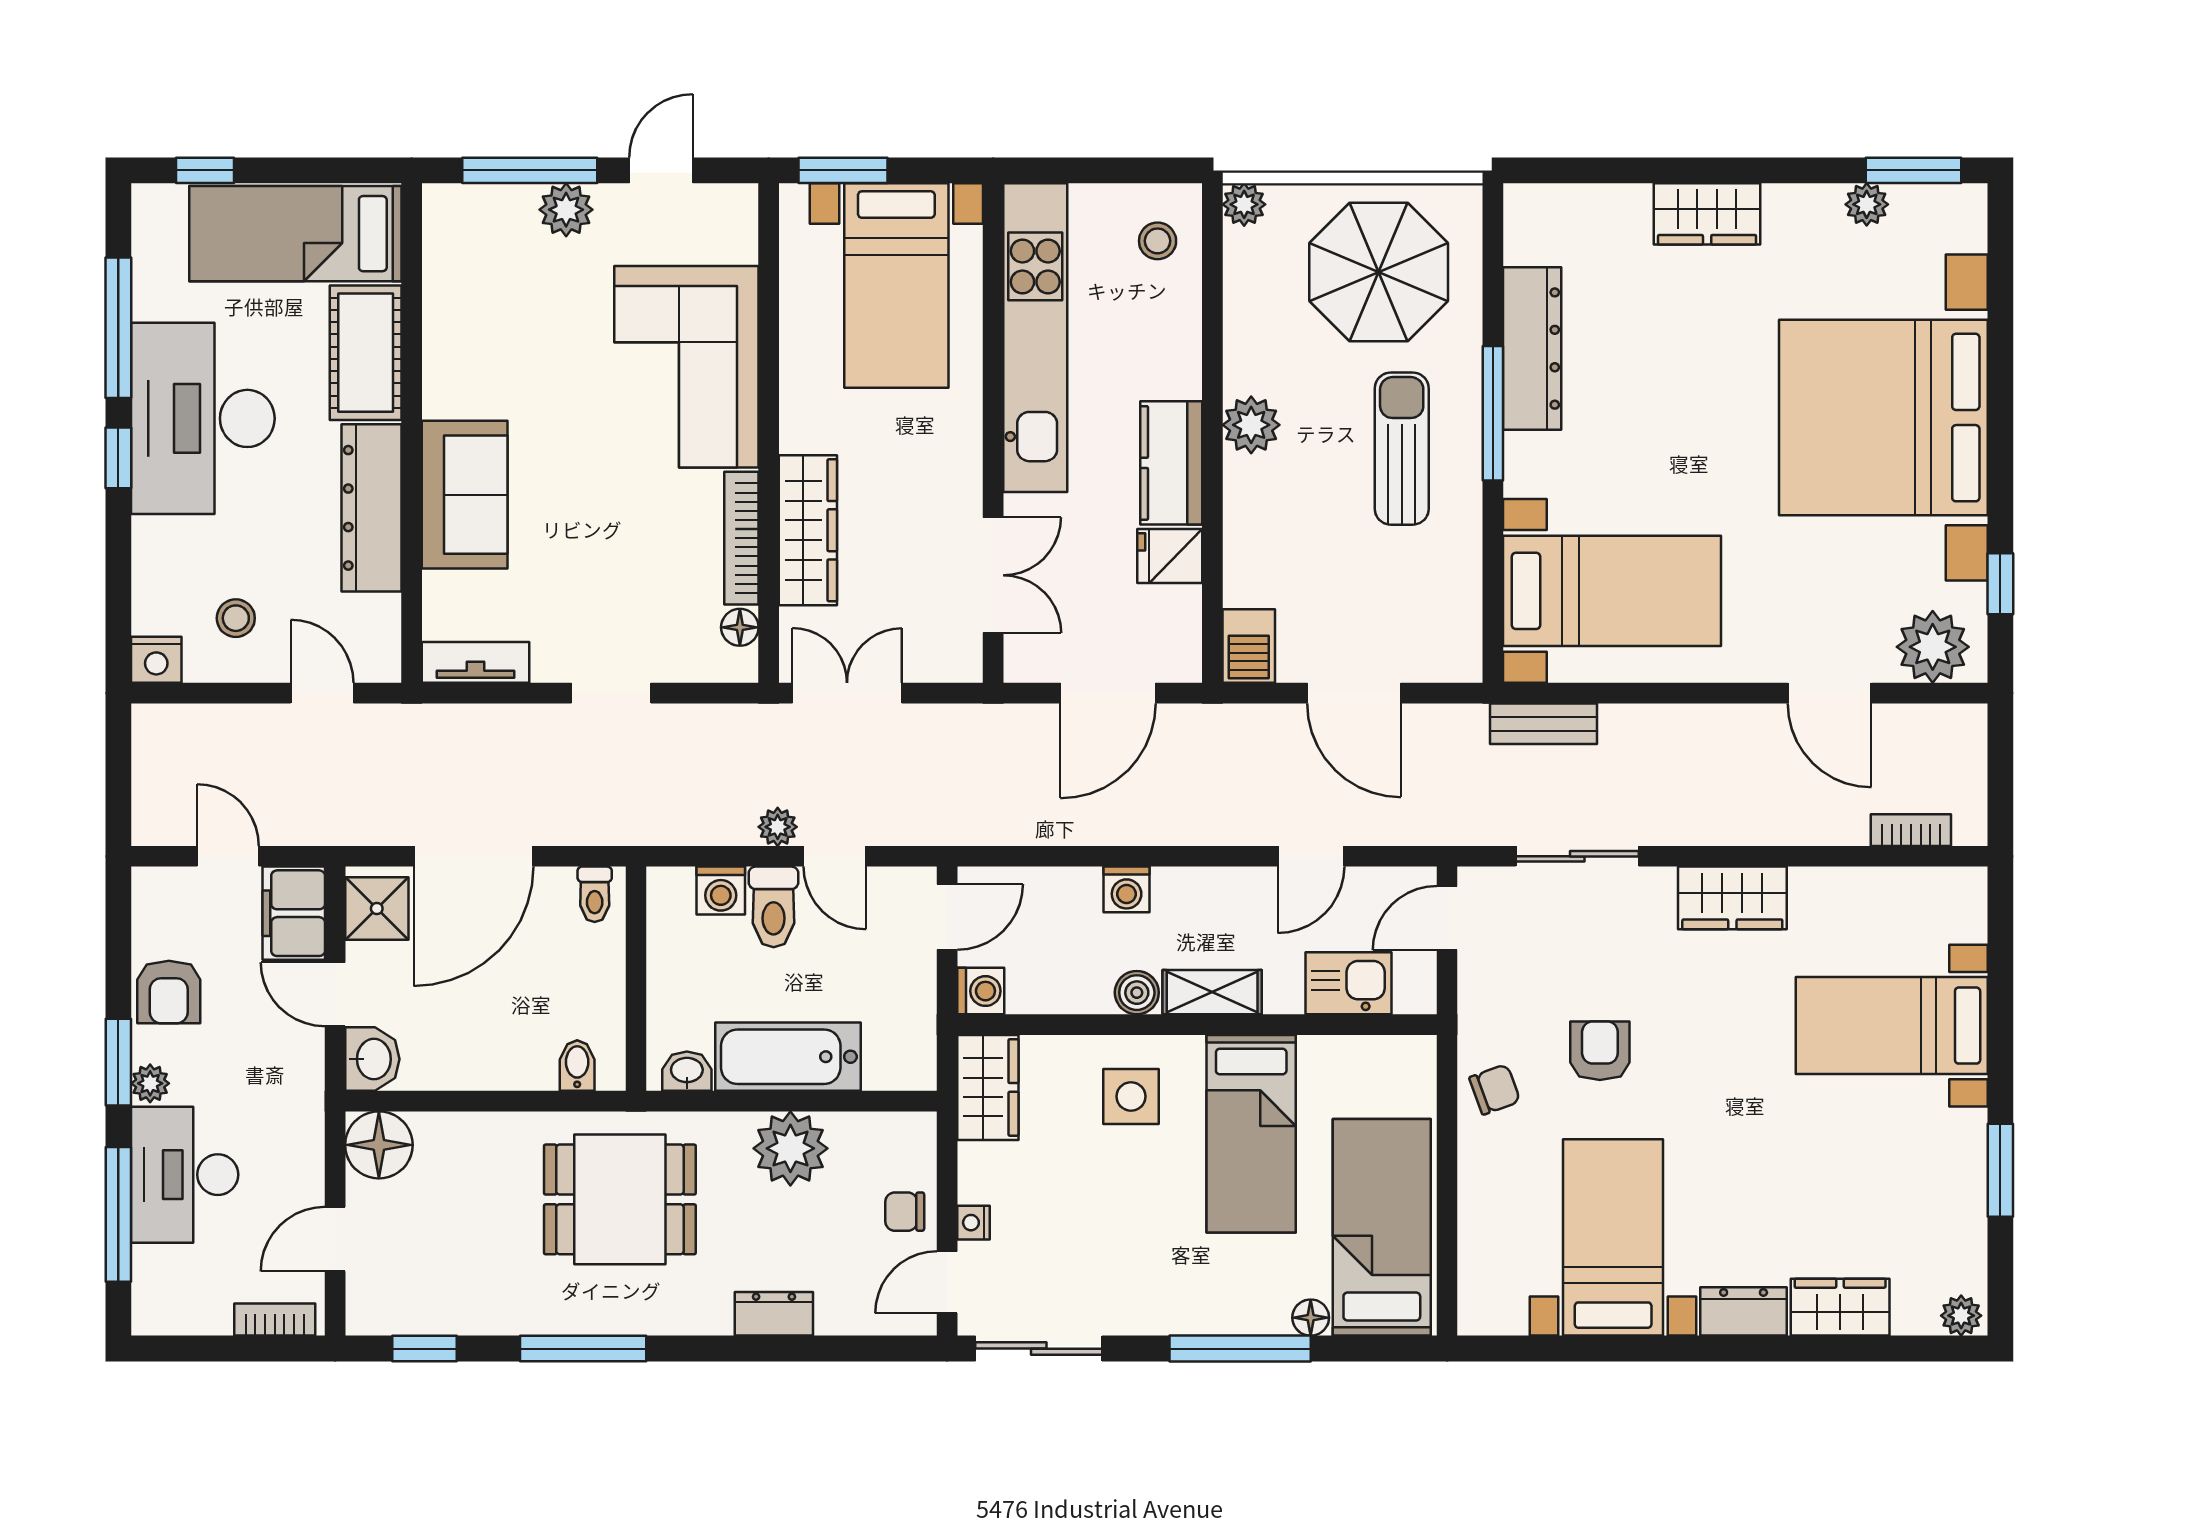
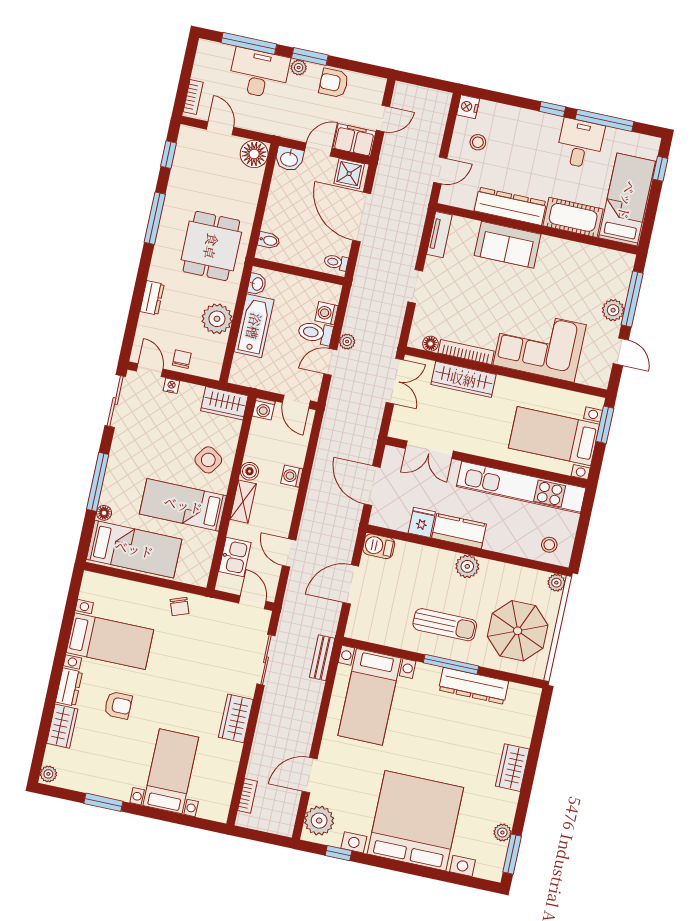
desk: (203, 418) -> (580, 144), width x0.53, depth x0.77
armchair: (1600, 1051) -> (118, 705), moved
side table: (1131, 1096) -> (208, 460), turned 34

